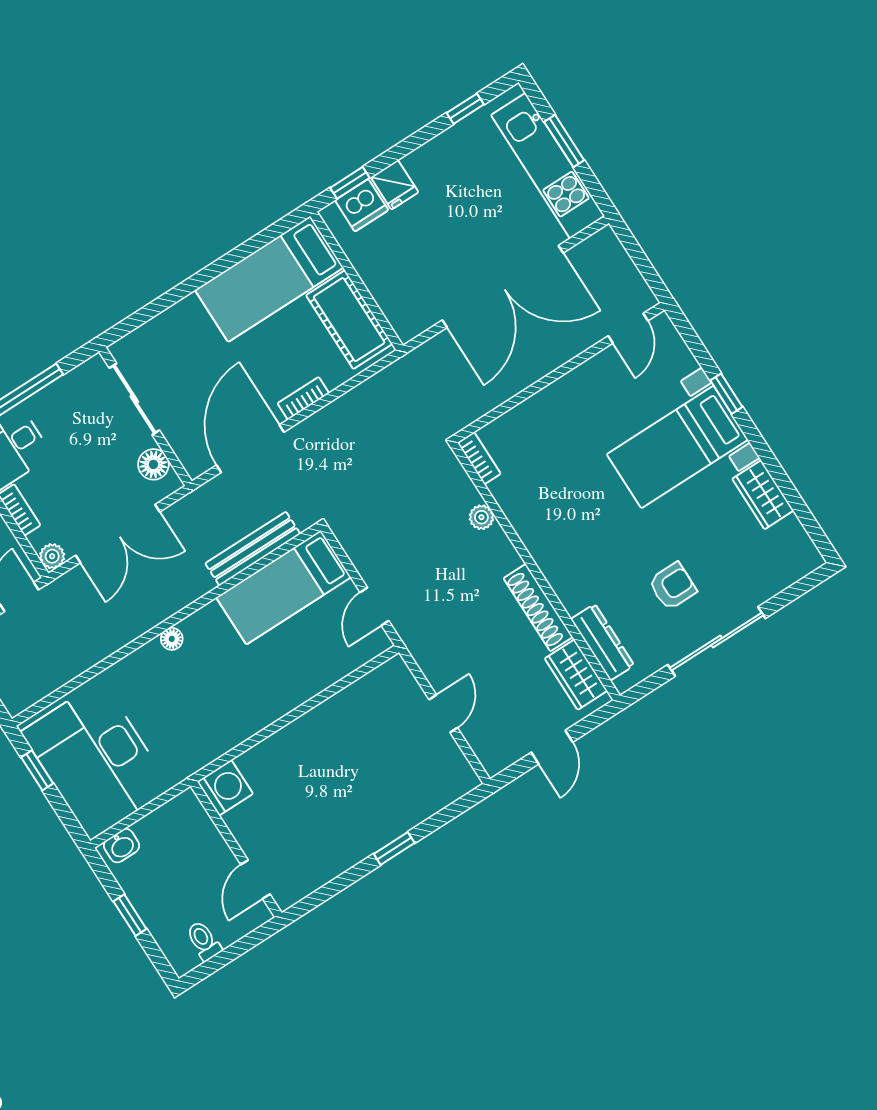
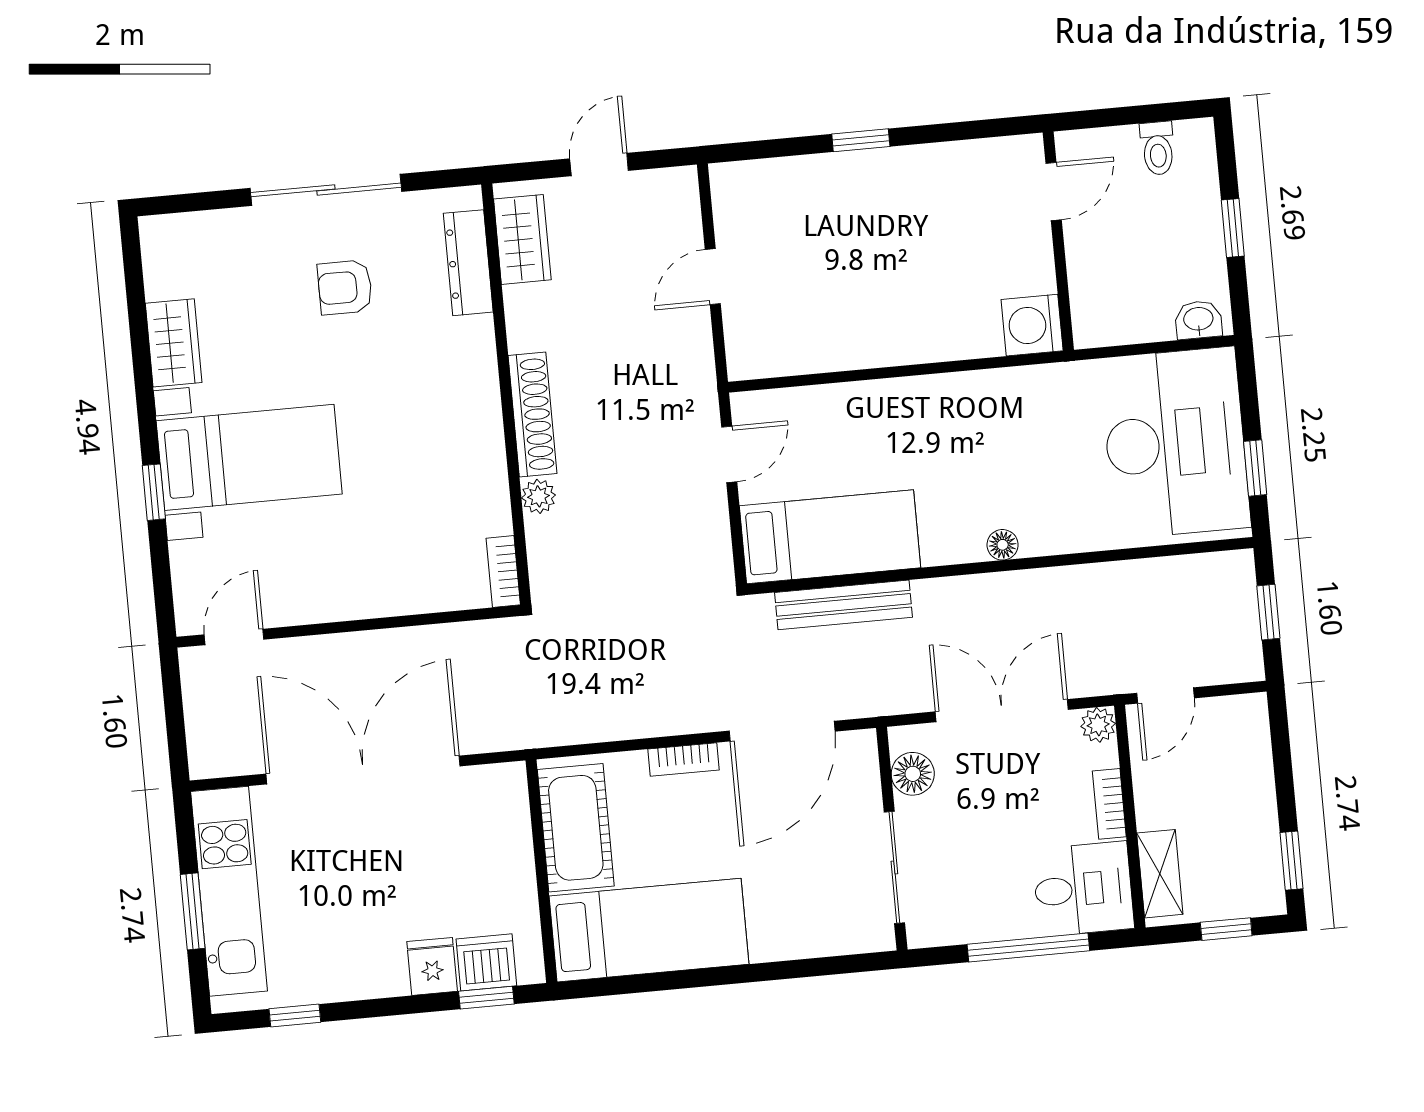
shoe rack: (538, 608) -> (533, 415), moved

